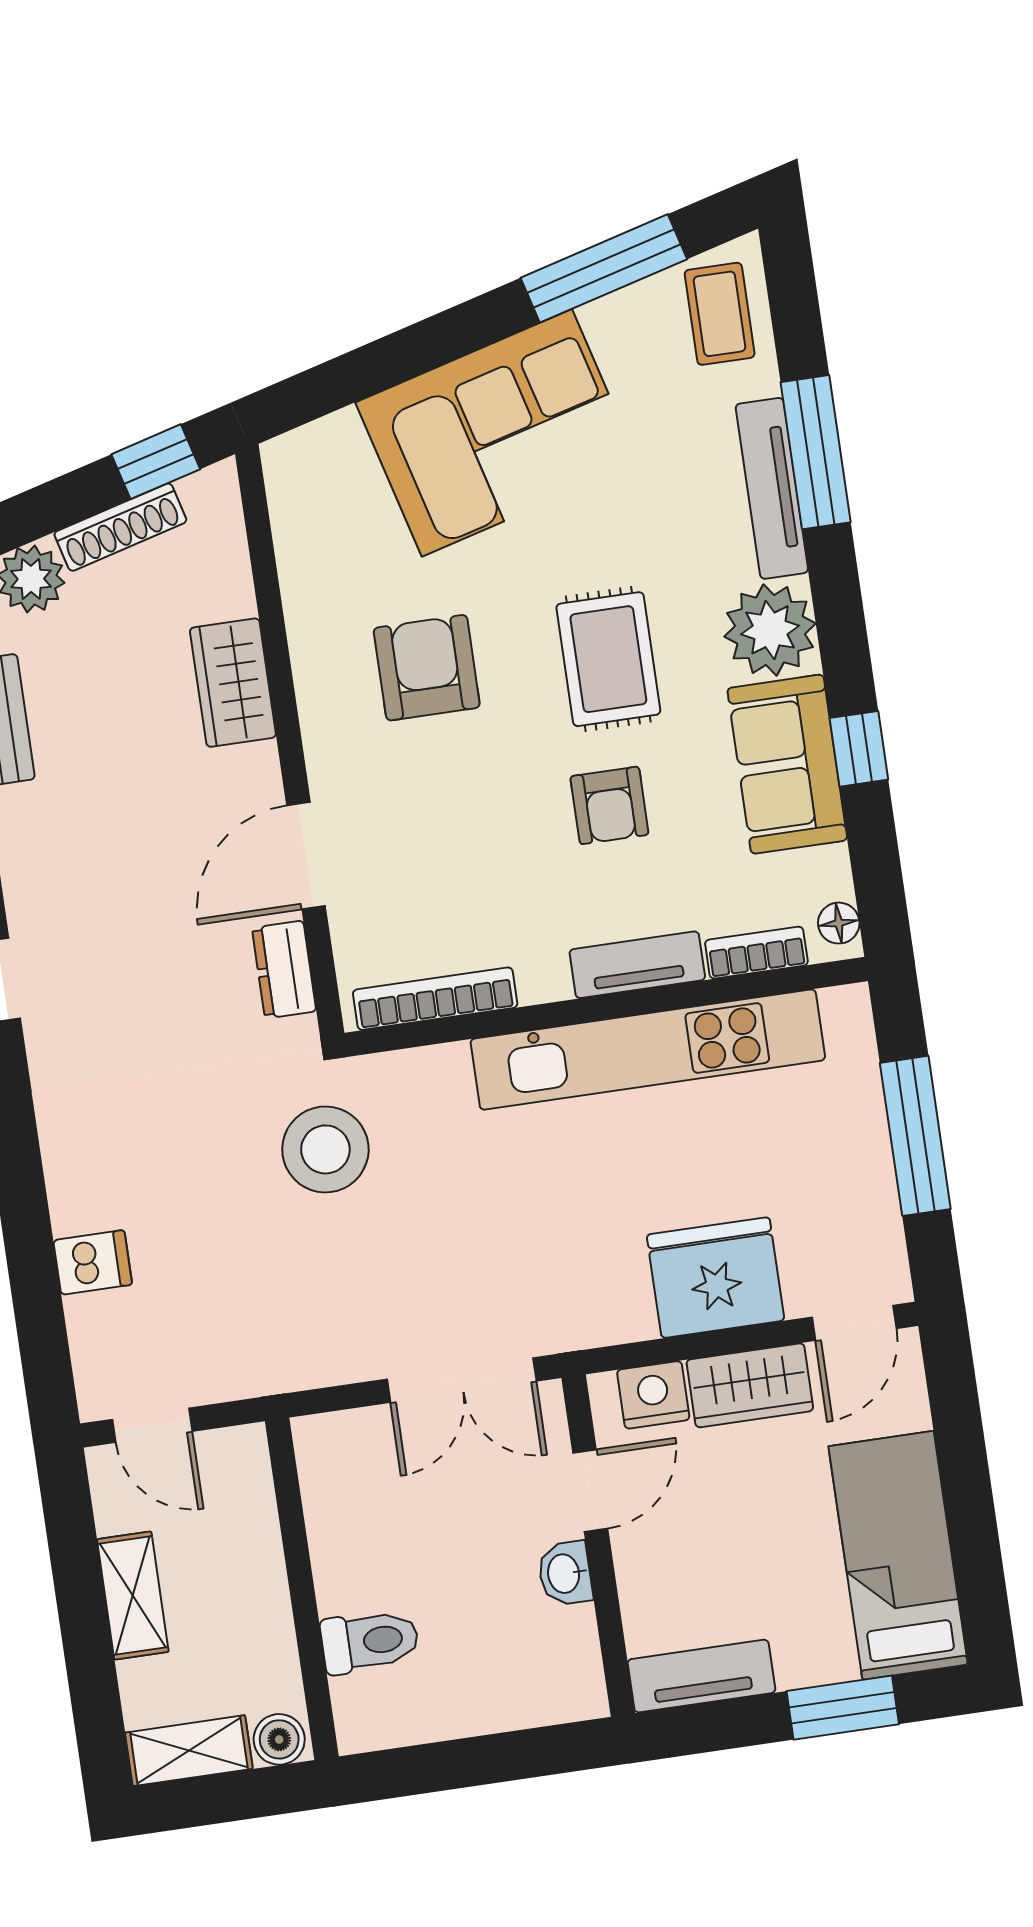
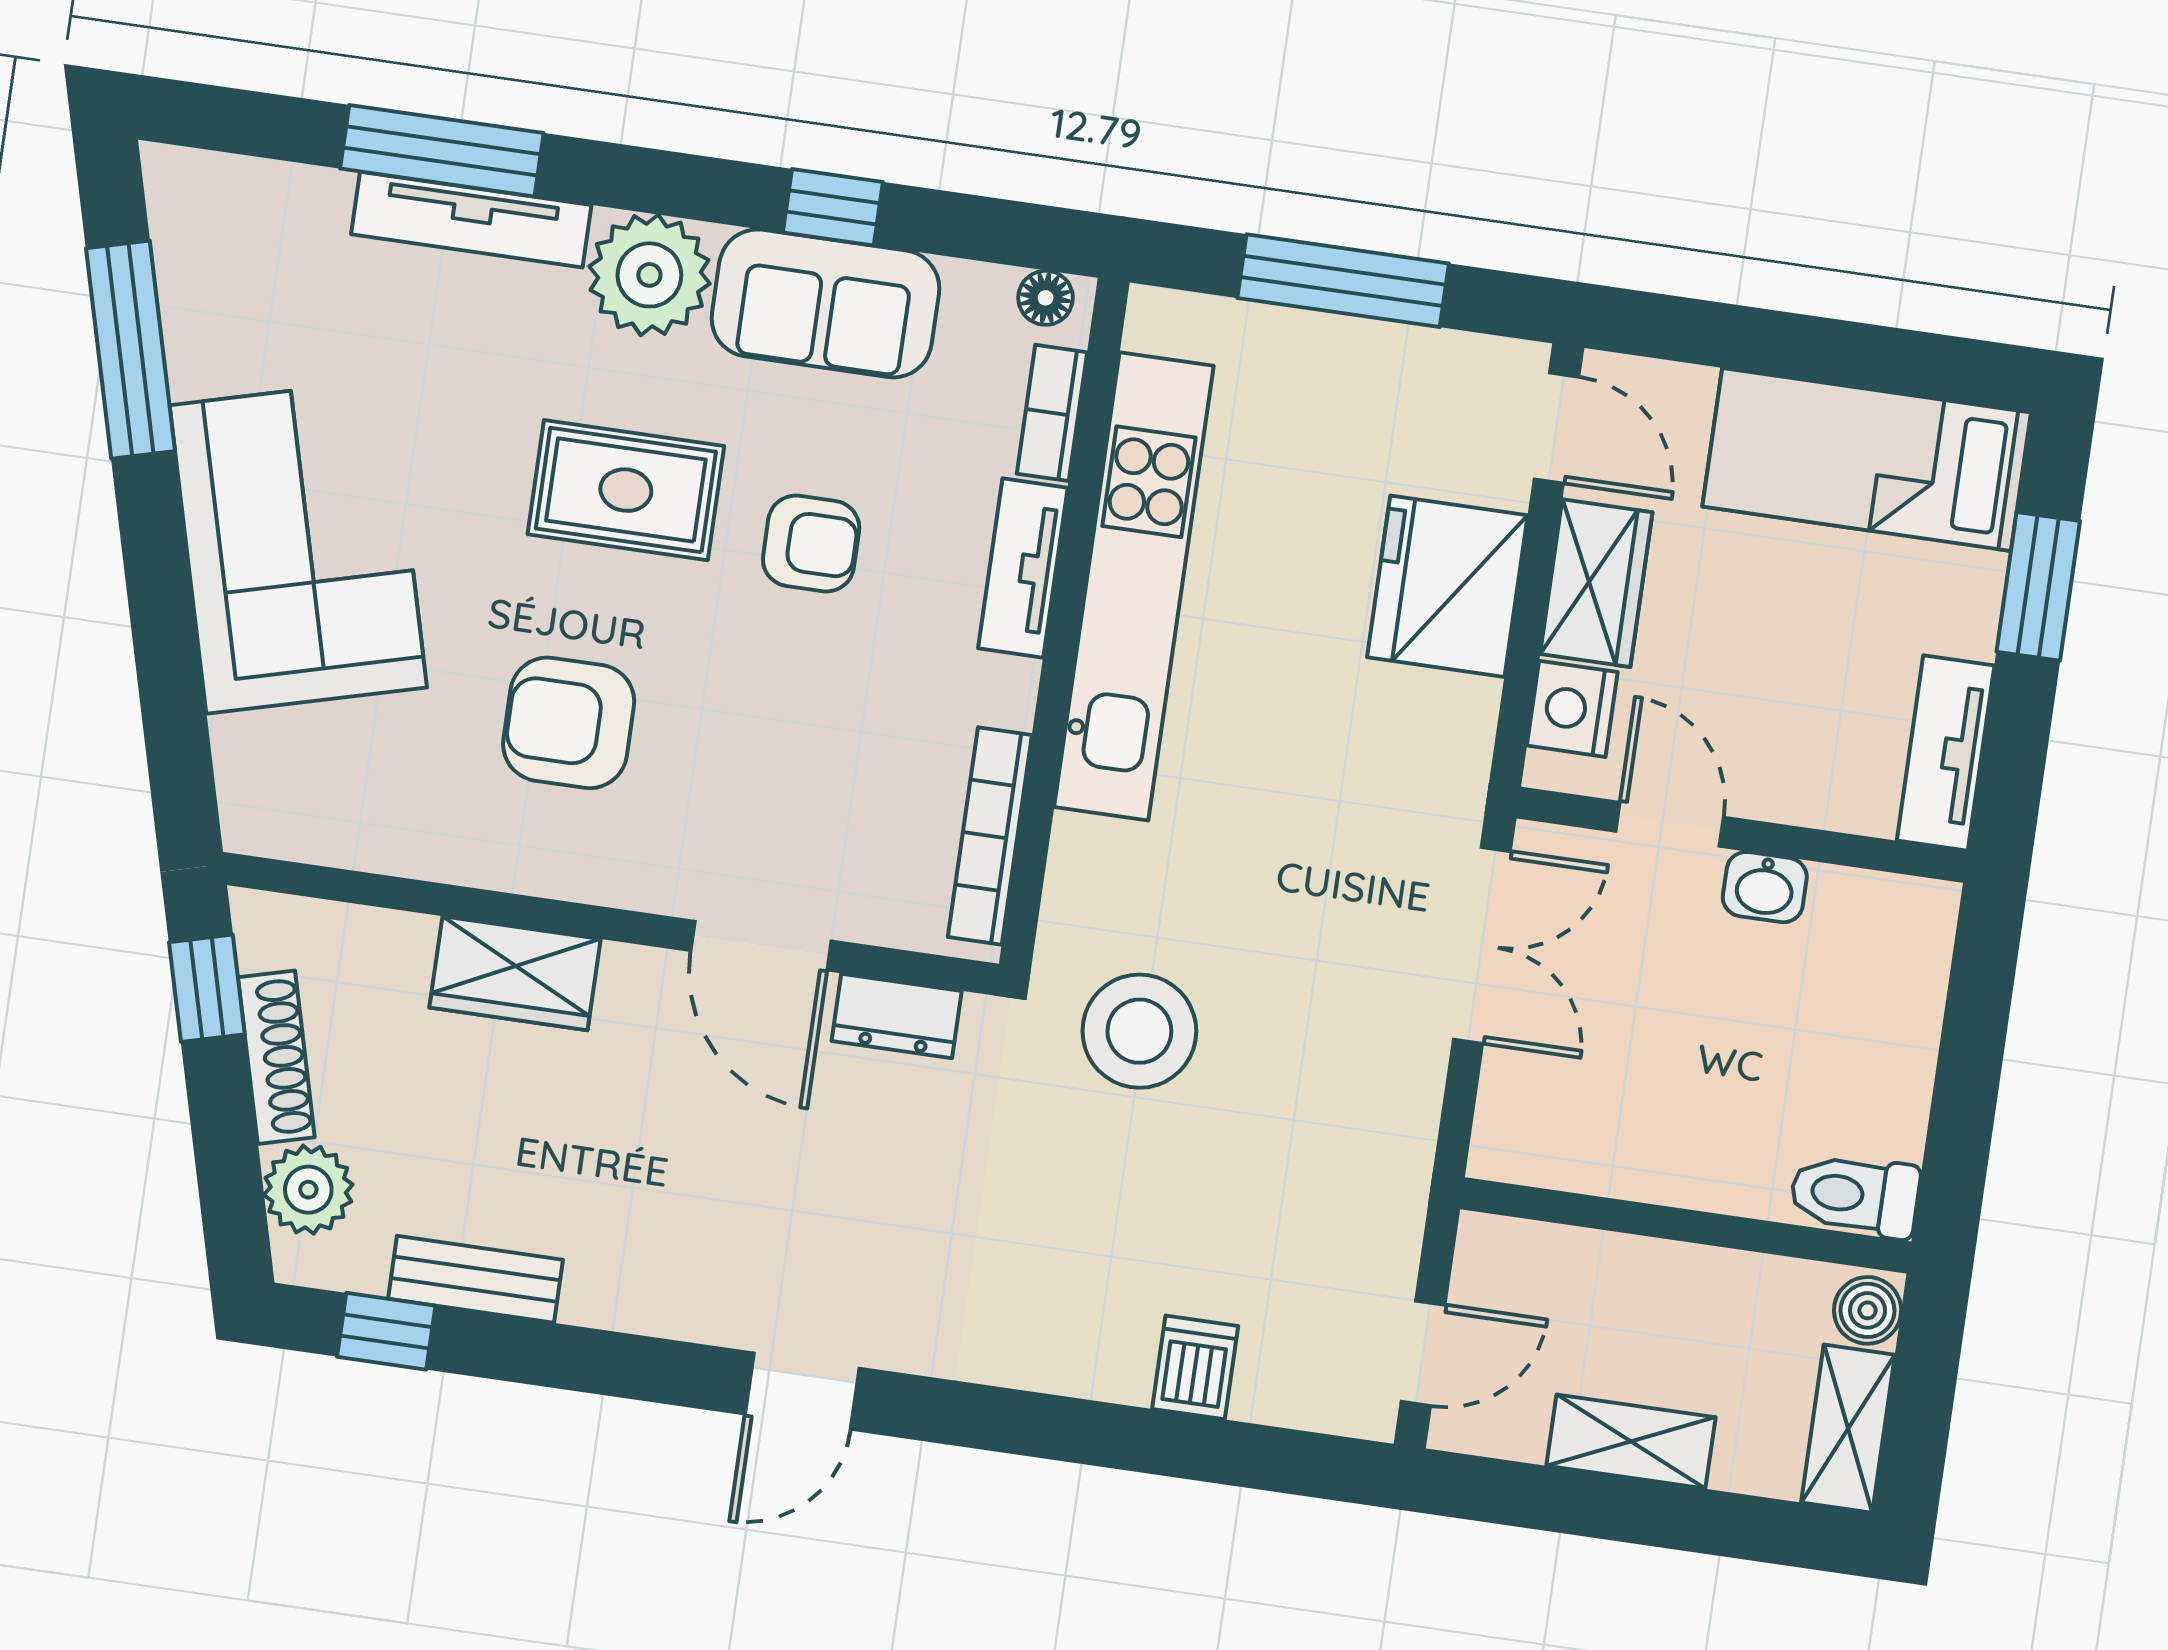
coffee table: (720, 314) -> (231, 220), removed
toilet: (370, 1641) -> (1855, 1195), moved, turned -90

